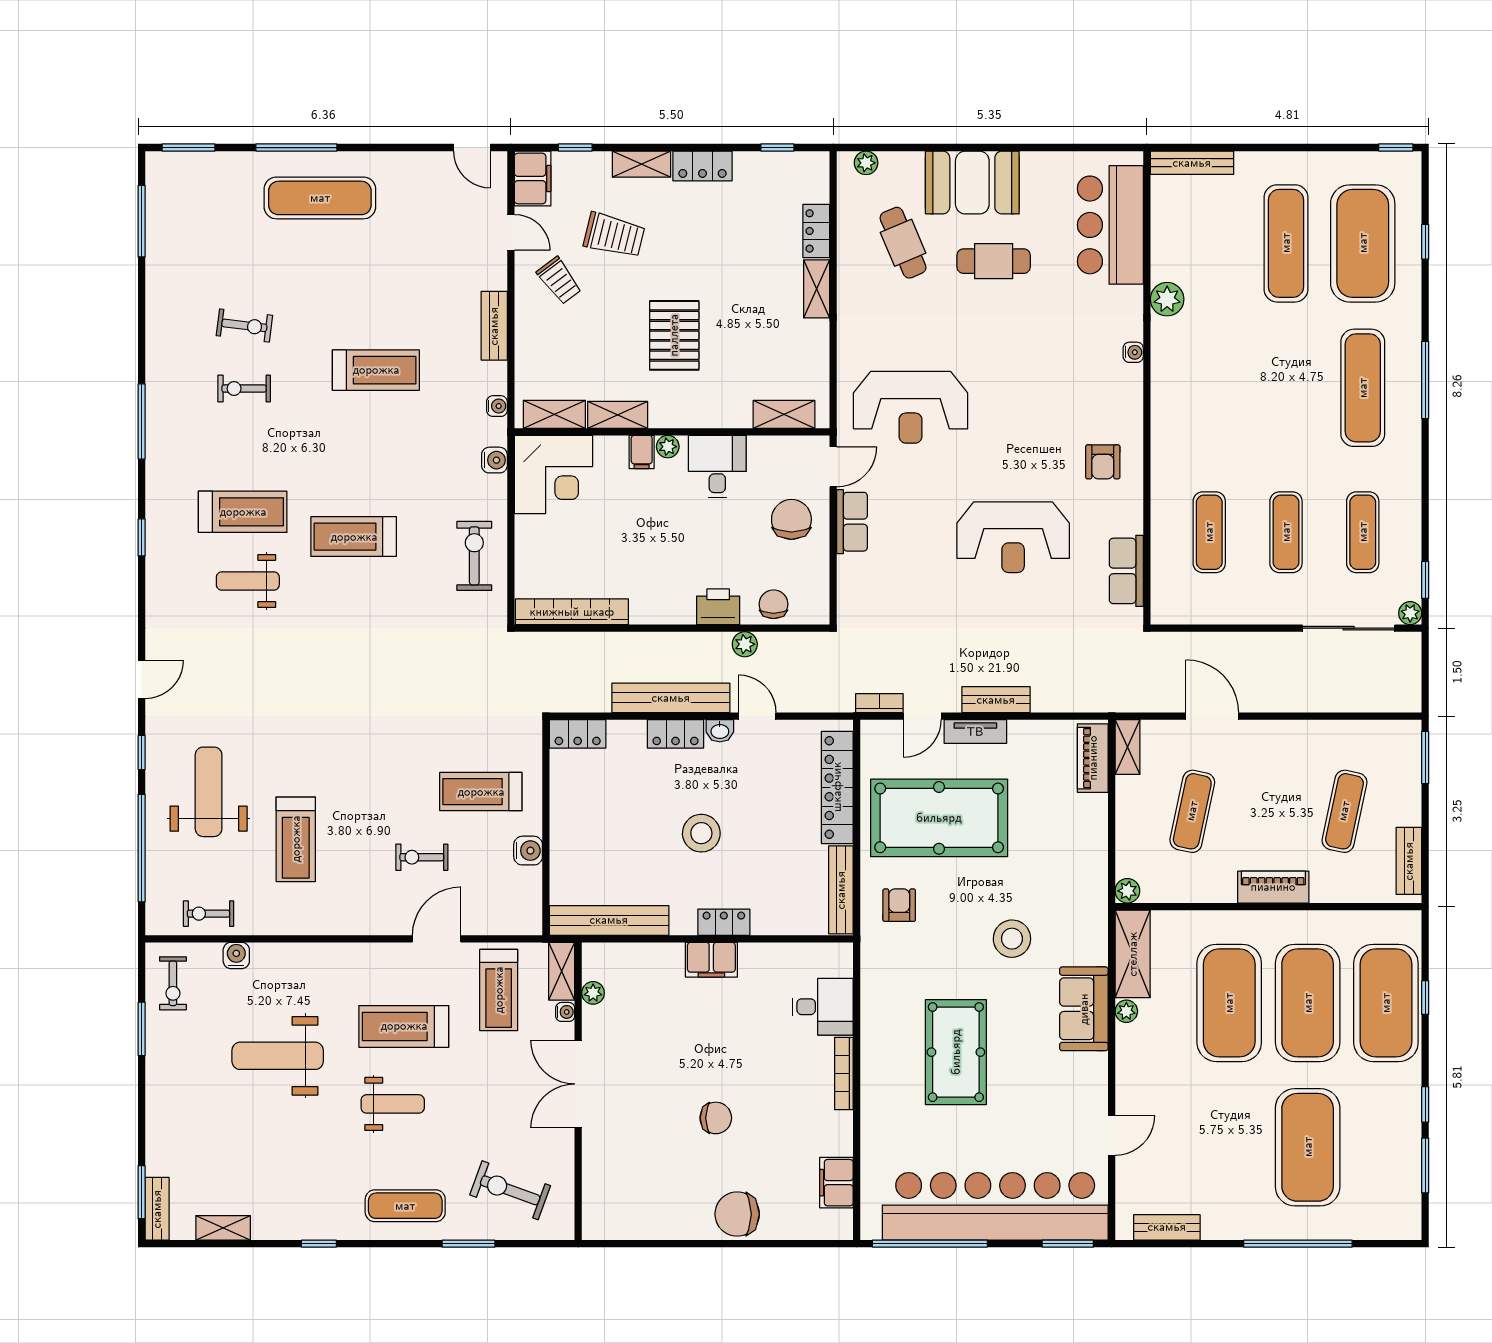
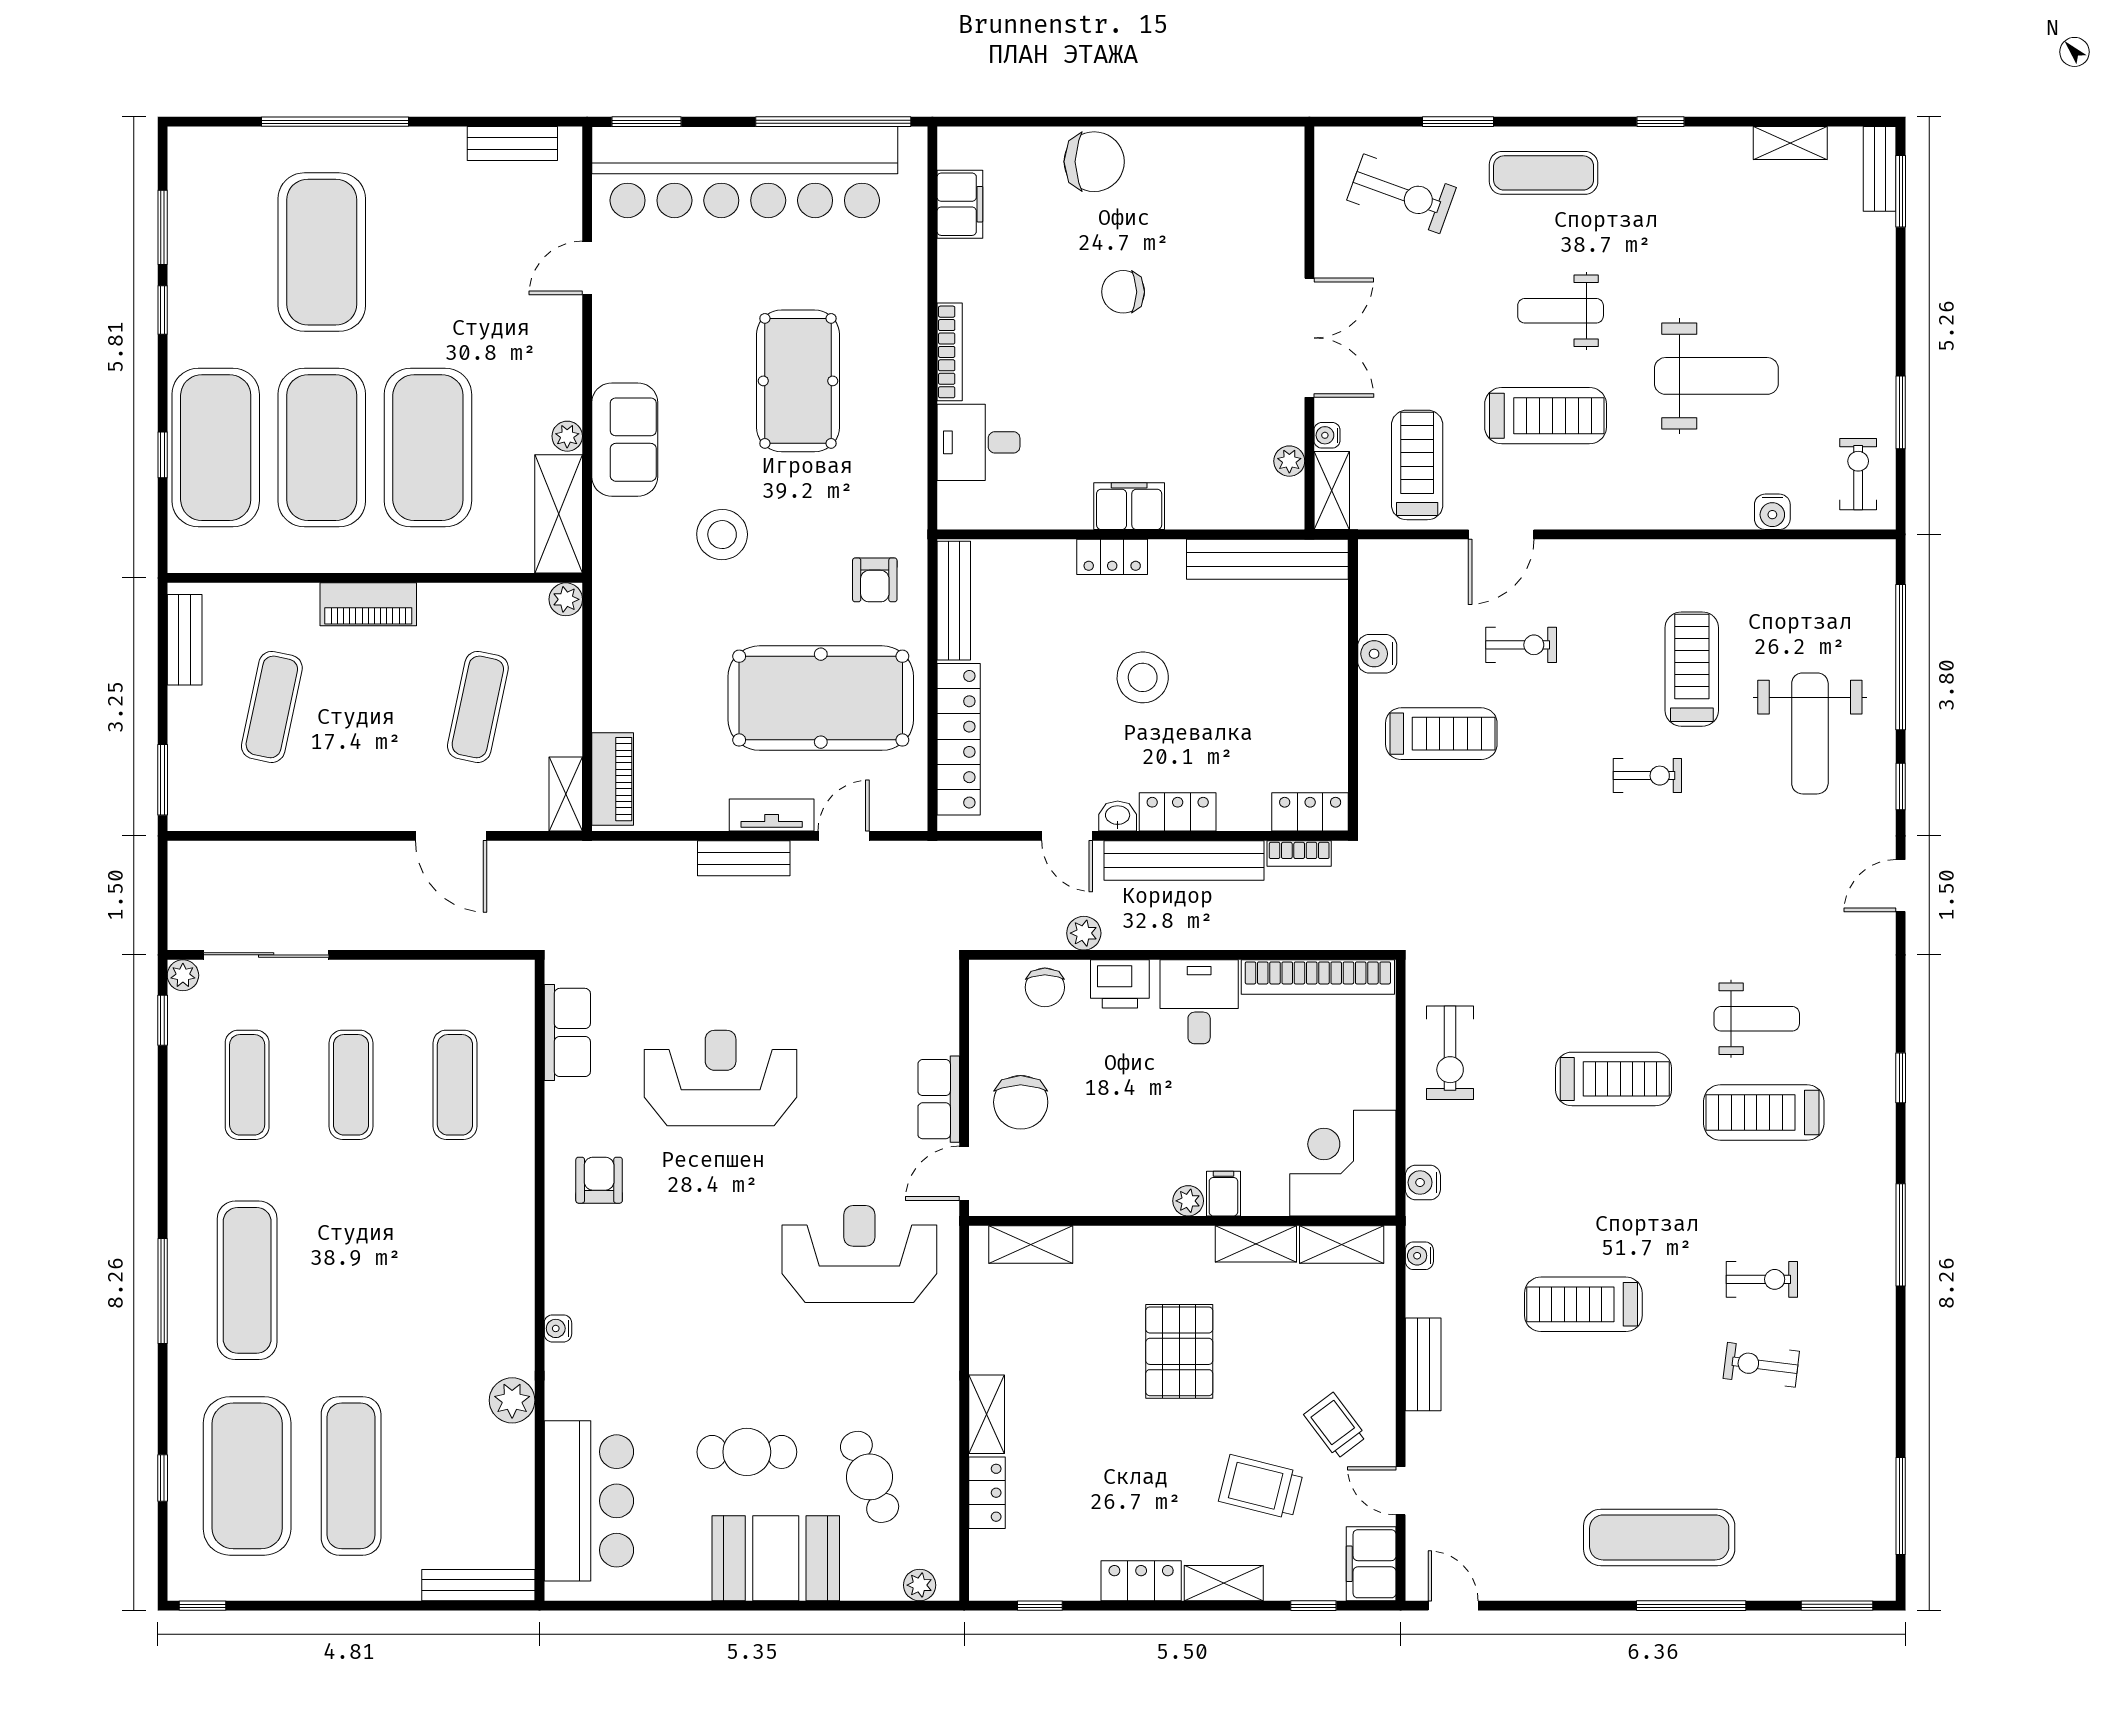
desk: (717, 466) -> (1199, 1002), moved, turned 180
bookcase: (879, 703) -> (1299, 853), moved
exercise bike: (208, 914) -> (1647, 776), moved

